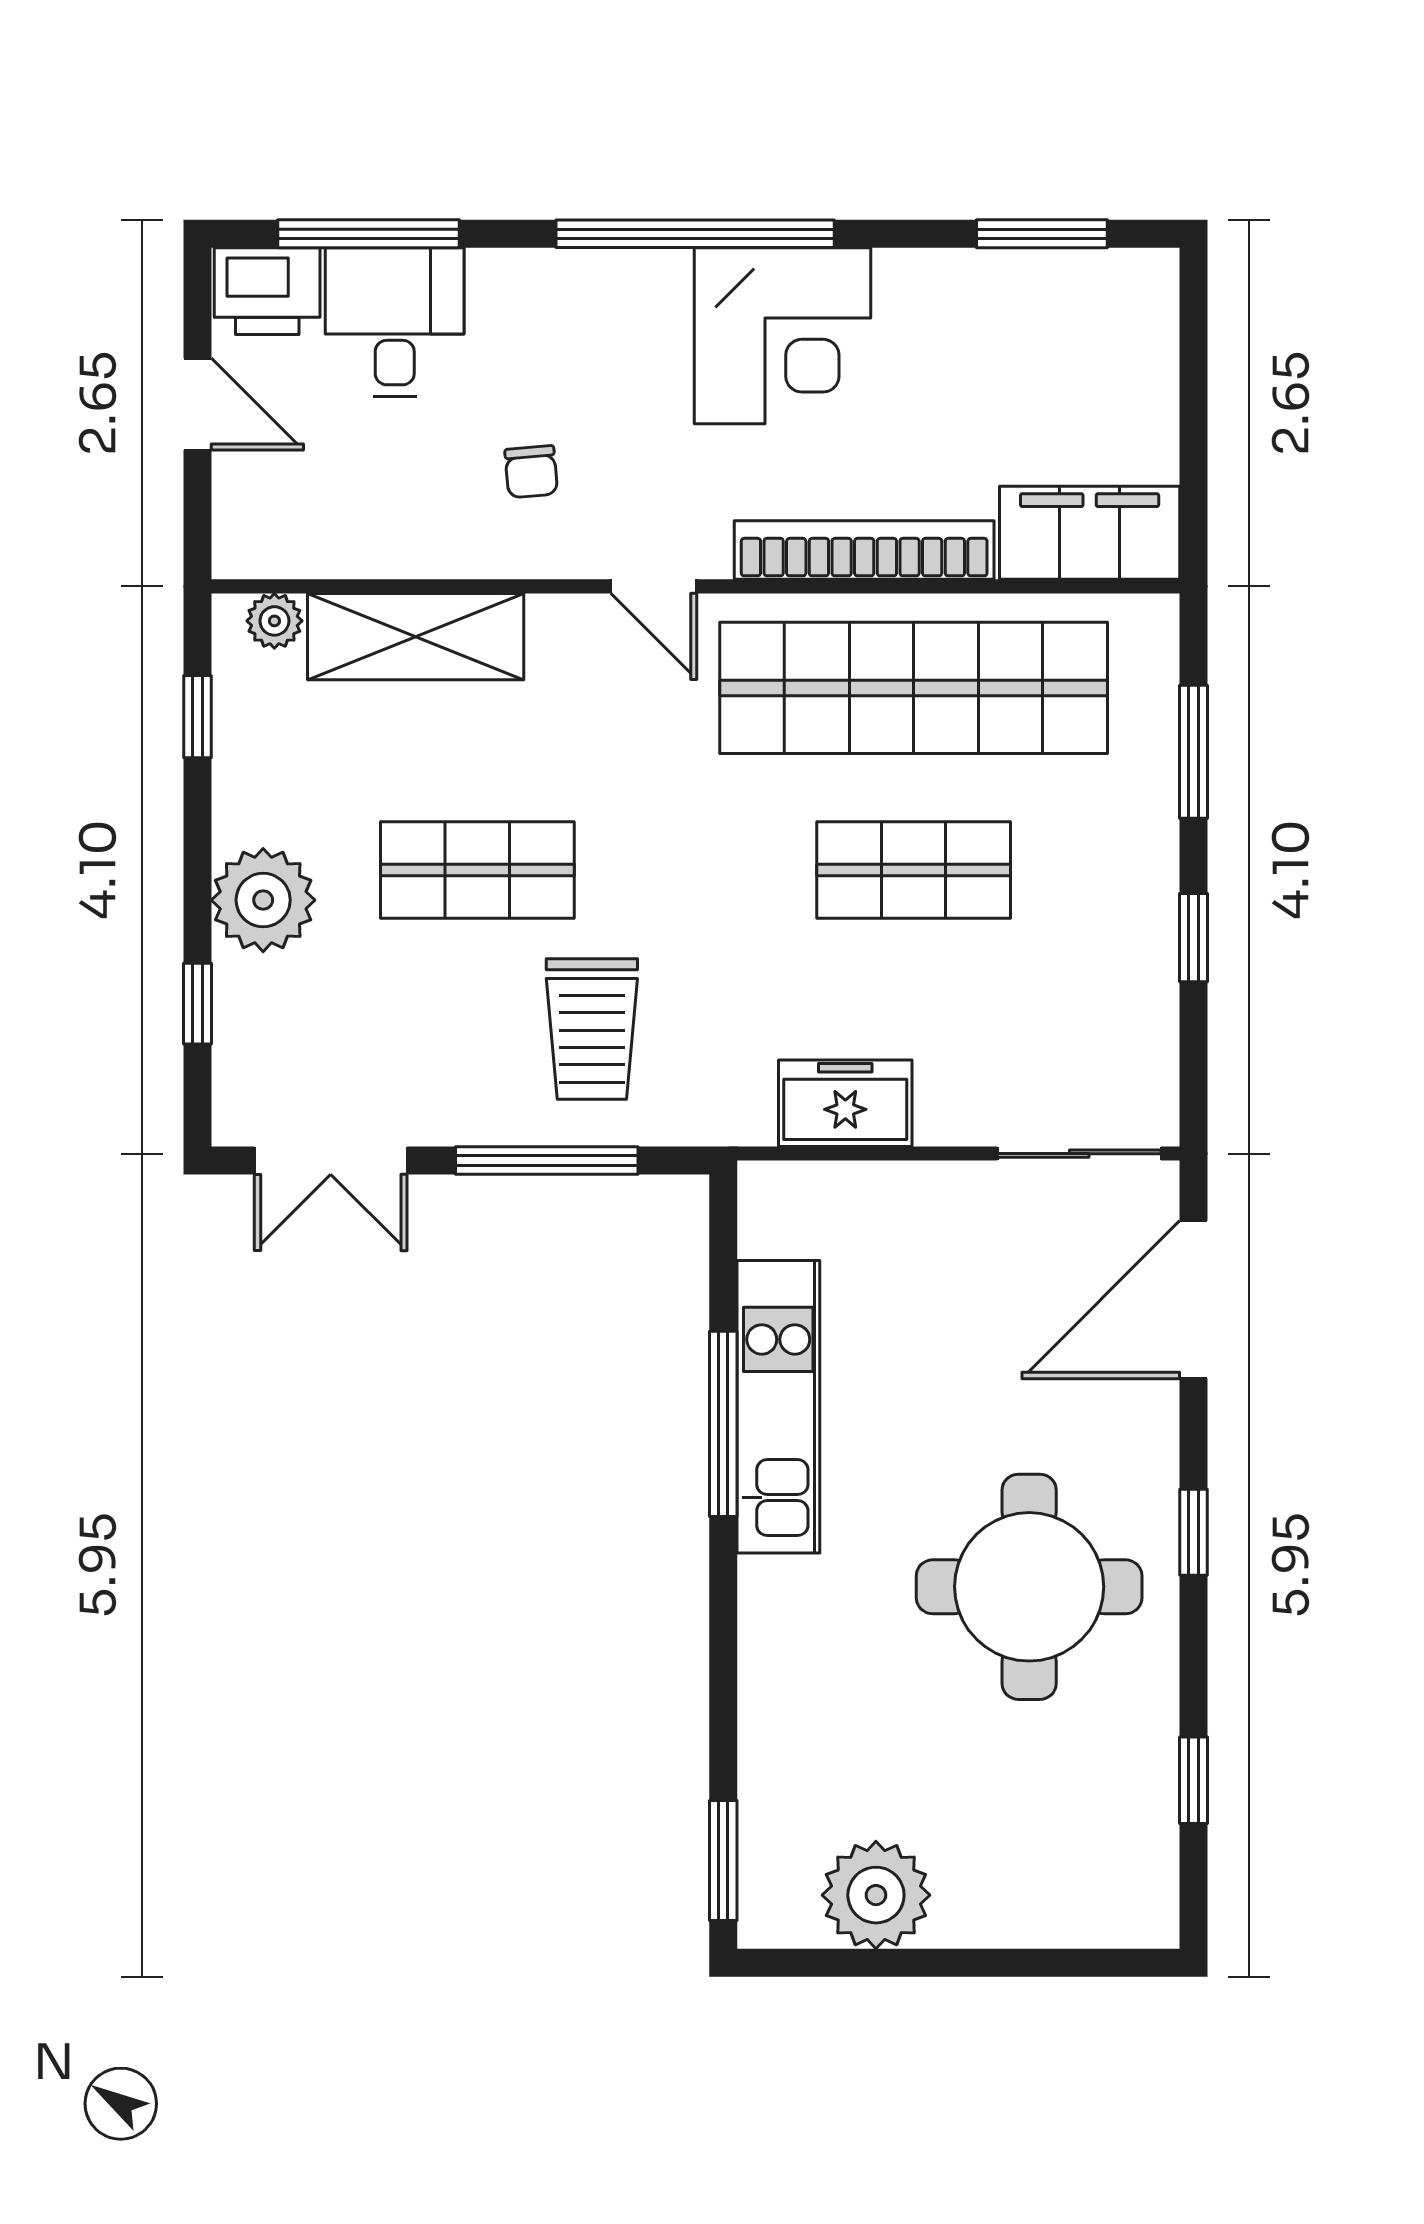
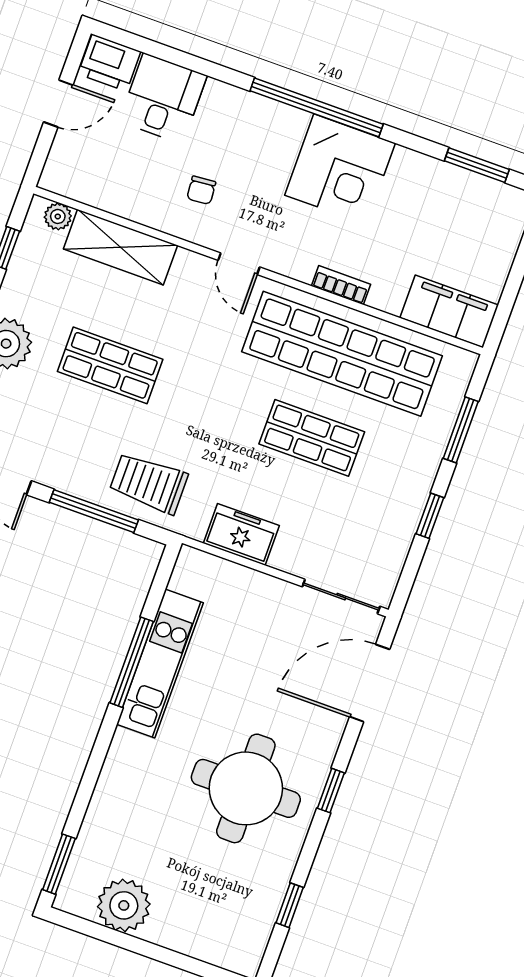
window: (369, 234) -> (166, 53), removed
door: (198, 404) -> (58, 104), hinge flipped
bookcase: (864, 550) -> (341, 285), width x0.43, depth x0.76
trolley: (592, 1029) -> (149, 483), moved, turned 90

